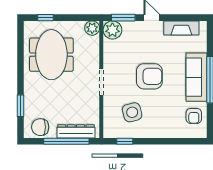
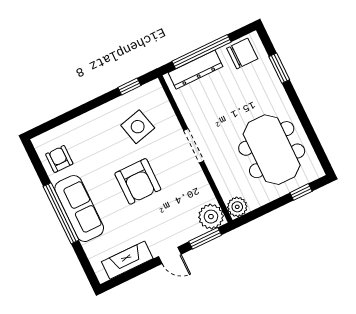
armchair: (149, 76) -> (138, 181), turned -90

